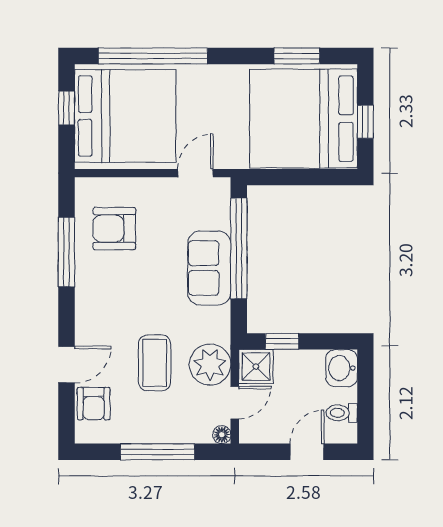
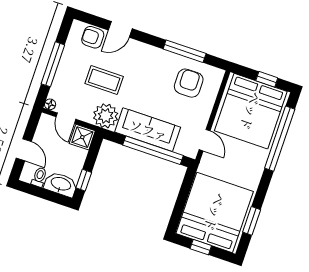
sofa: (209, 268) -> (148, 130), width x1.36
window: (282, 341) -> (84, 180), moved
door: (66, 365) -> (120, 29), hinge flipped
plant: (210, 365) -> (106, 116), moved
washbasin: (342, 368) -> (61, 184), width x1.38

